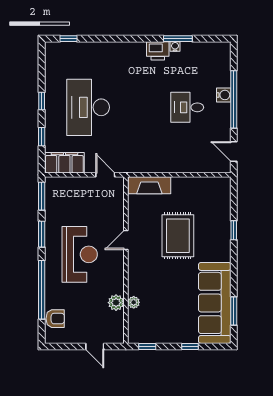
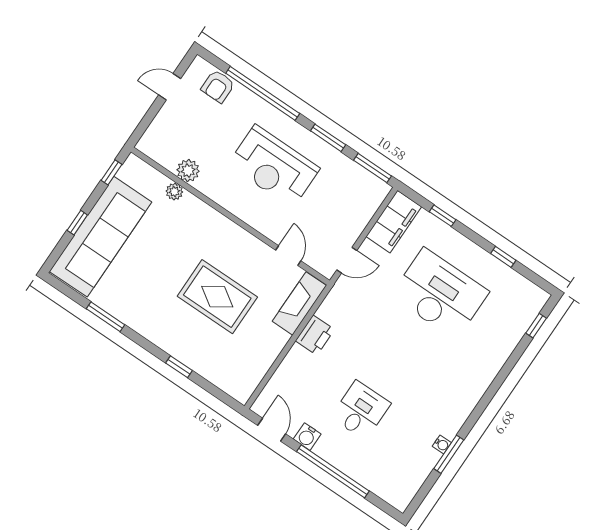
printer: (158, 51) -> (315, 335), moved, turned 180
water cooler: (224, 95) -> (307, 437), moved
window: (42, 101) -> (503, 257), moved
door: (234, 152) -> (272, 430), hinge flipped
door: (126, 240) -> (288, 256), moved
sofa: (215, 303) -> (100, 237), moved, turned 90
window: (234, 311) -> (105, 317), moved
door: (95, 346) -> (170, 87), moved

